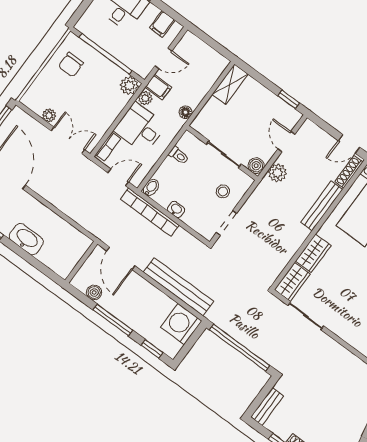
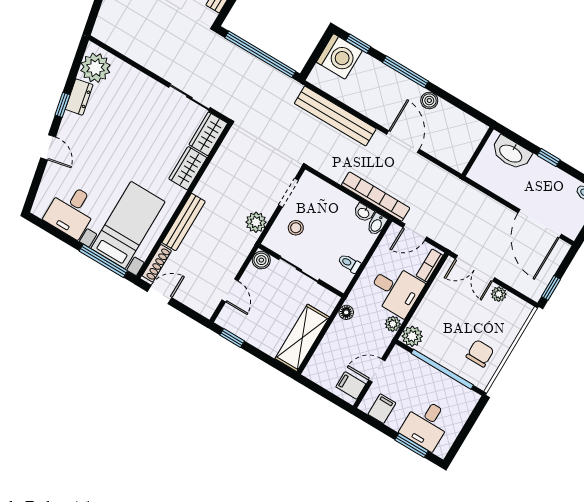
shelving: (230, 84) -> (302, 338), width x1.50, depth x1.33
filing cabinet: (158, 87) -> (351, 385), moved
plant: (277, 173) -> (256, 222), moved
washbasin: (176, 209) -> (364, 213), moved
wall: (81, 262) -> (478, 152), moved
washing machine: (181, 324) -> (339, 56), moved

